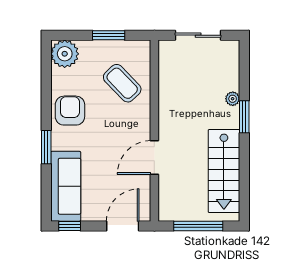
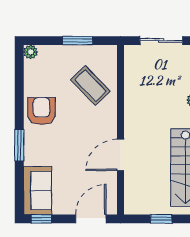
plant: (65, 54) -> (31, 52), width x0.53, depth x0.53
sofa: (66, 186) -> (38, 190), width x0.73
window: (198, 226) -> (161, 219), width x0.46

